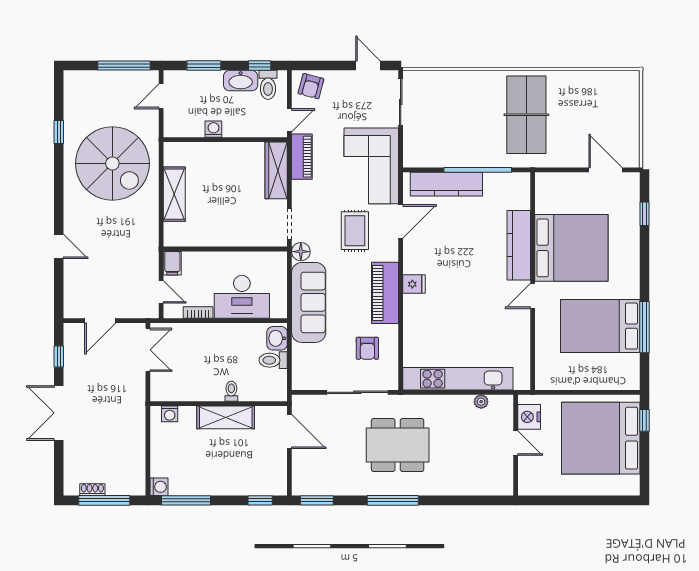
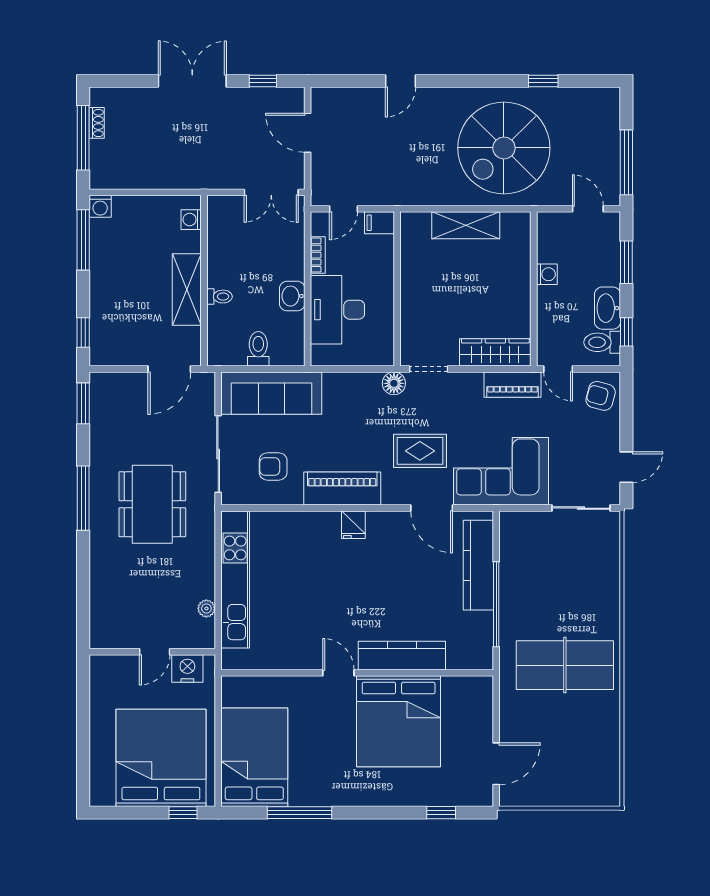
sofa: (309, 302) -> (271, 393), moved
bed: (600, 326) -> (254, 757), moved
washbasin: (277, 338) -> (292, 296), moved, turned -90

